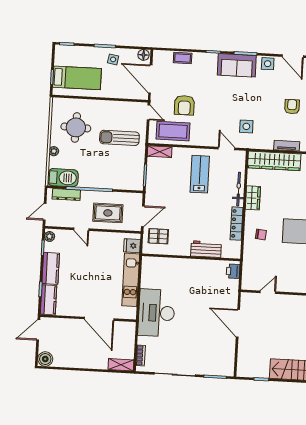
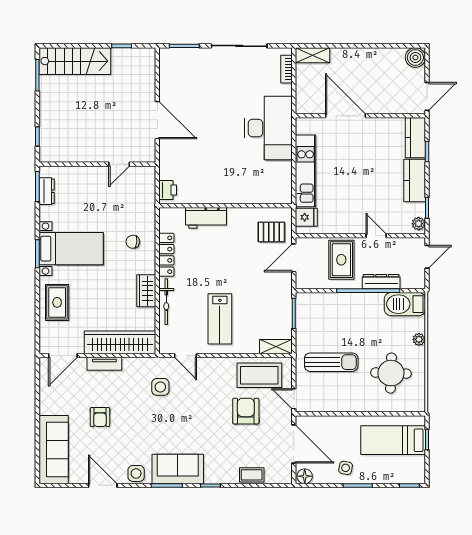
dresser: (66, 195) -> (381, 282), moved
rug: (108, 213) -> (341, 260), turned 90

